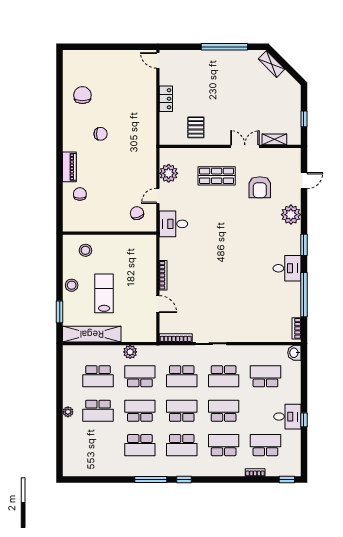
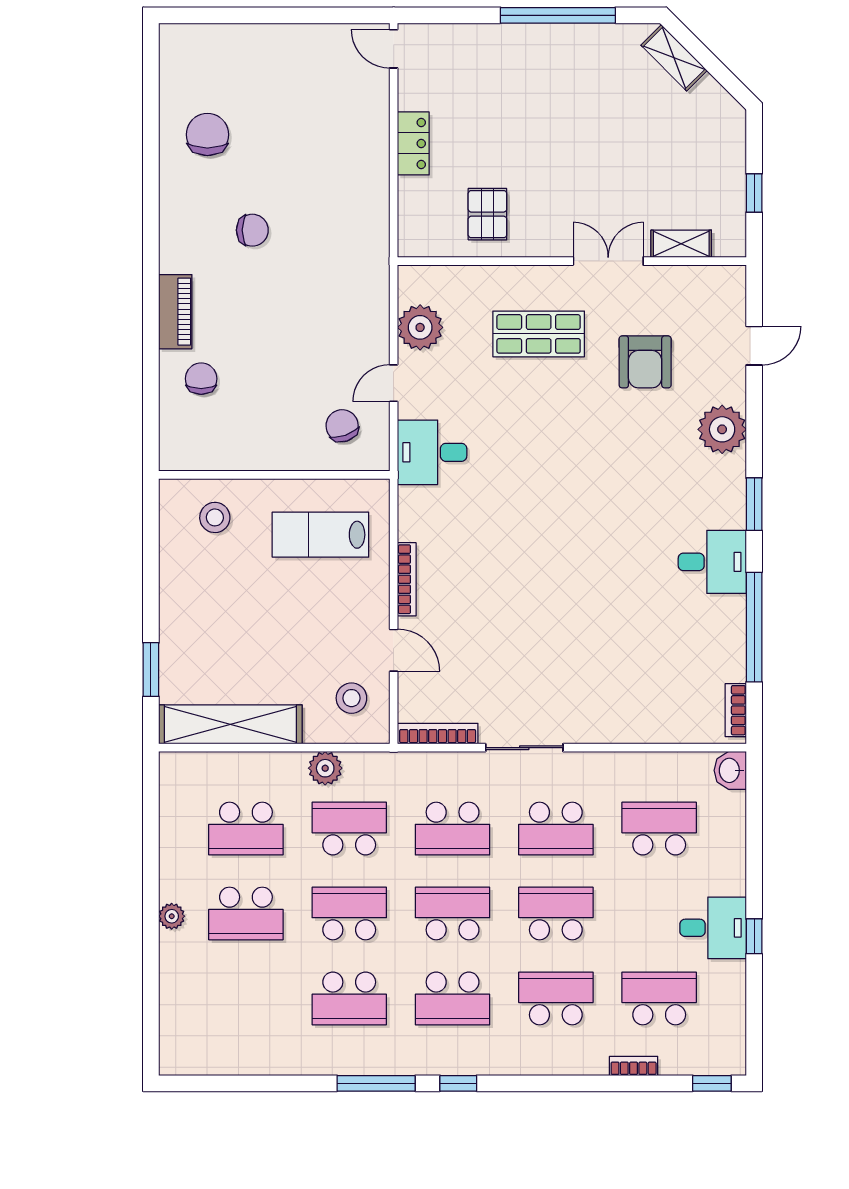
stool: (72, 285) -> (351, 698), moved
lab bench: (104, 293) -> (320, 535), moved, turned -90

